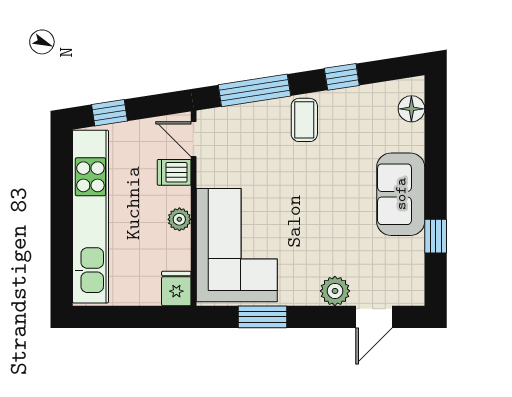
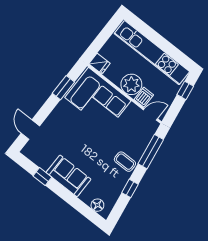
plant: (179, 219) -> (131, 84), width x1.87, depth x1.87
plant: (335, 291) -> (52, 123), removed

